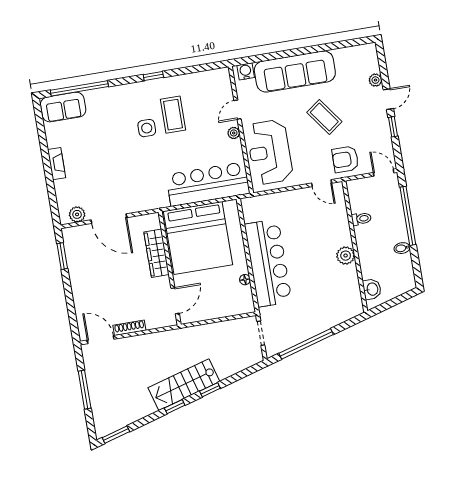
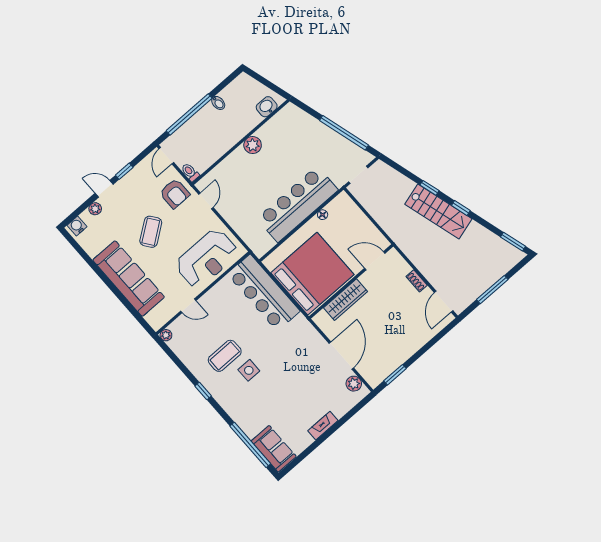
water cooler: (246, 71) -> (77, 226), moved, turned 90
plant: (234, 133) -> (166, 335), moved
toilet: (361, 219) -> (190, 172), moved
shoe rack: (129, 328) -> (417, 281), width x0.70

